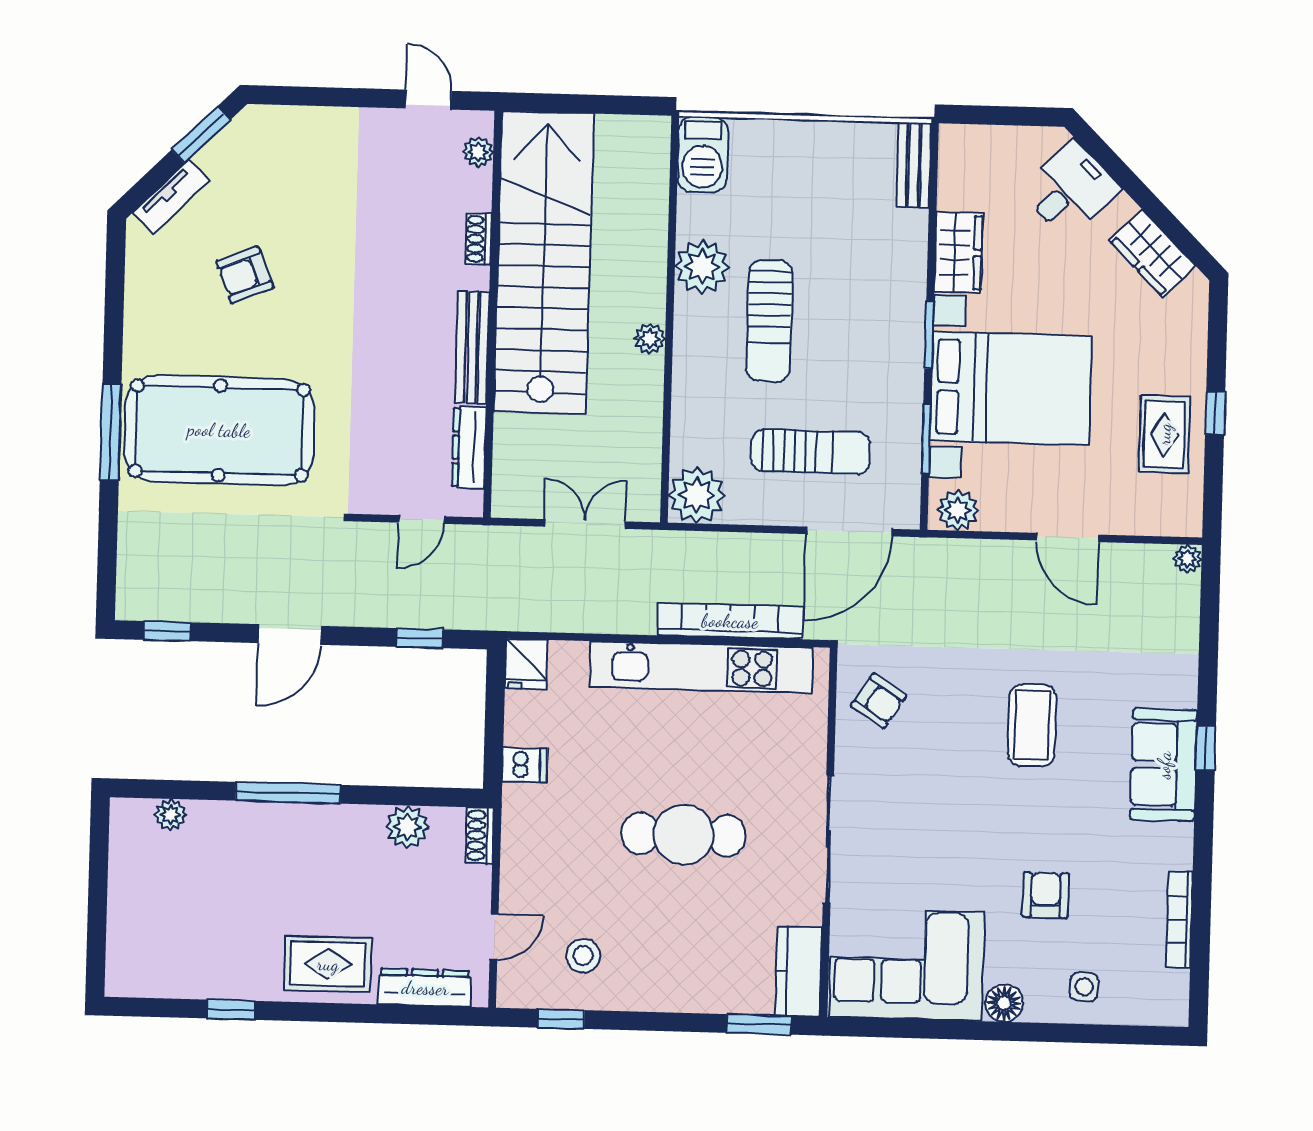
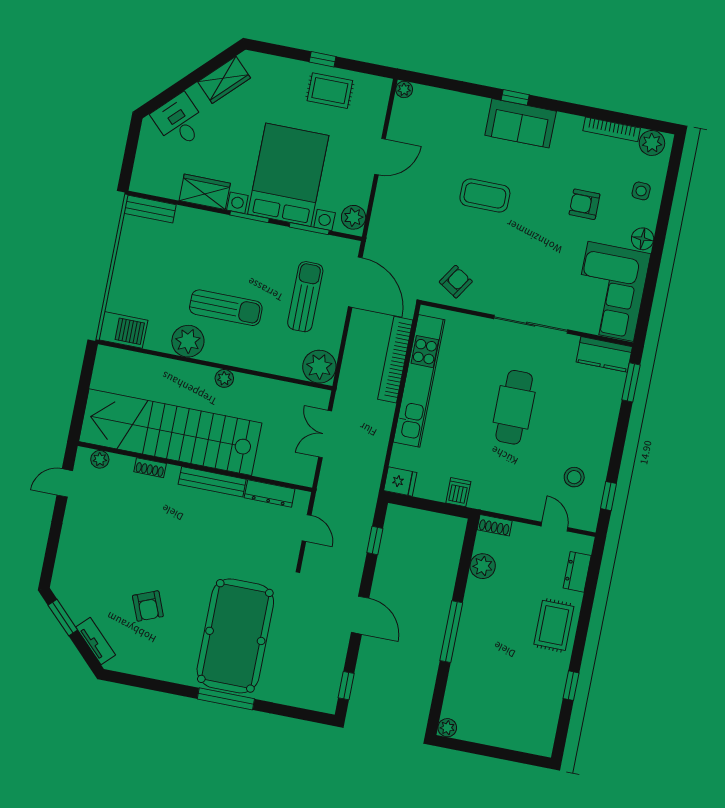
plant: (171, 815) -> (447, 728), moved
dresser: (425, 988) -> (577, 572), width x0.70
plant: (1168, 991) -> (652, 143), added

